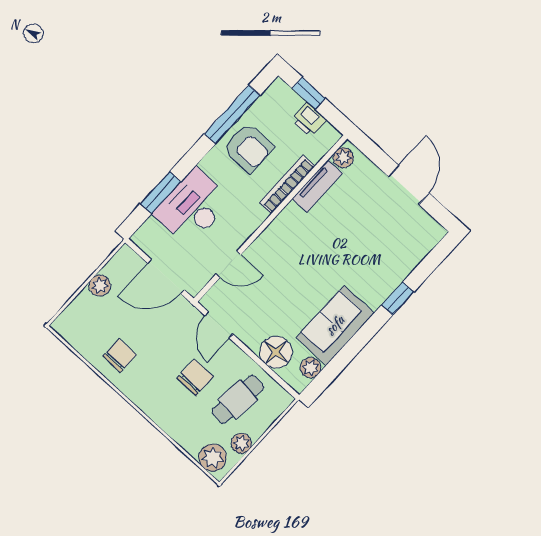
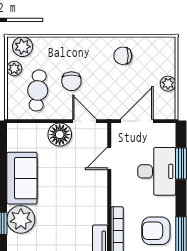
floor lamp: (276, 352) -> (60, 135), moved
chair: (120, 356) -> (123, 56), turned 90
plant: (311, 368) -> (21, 219), moved, width x1.87, depth x1.87

